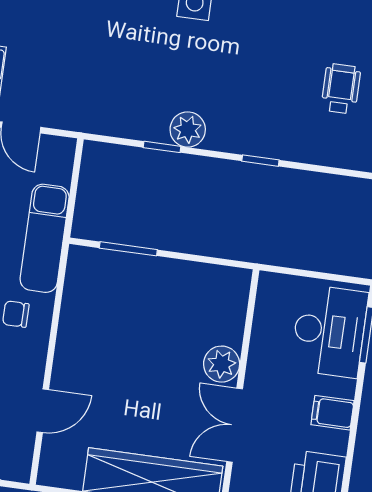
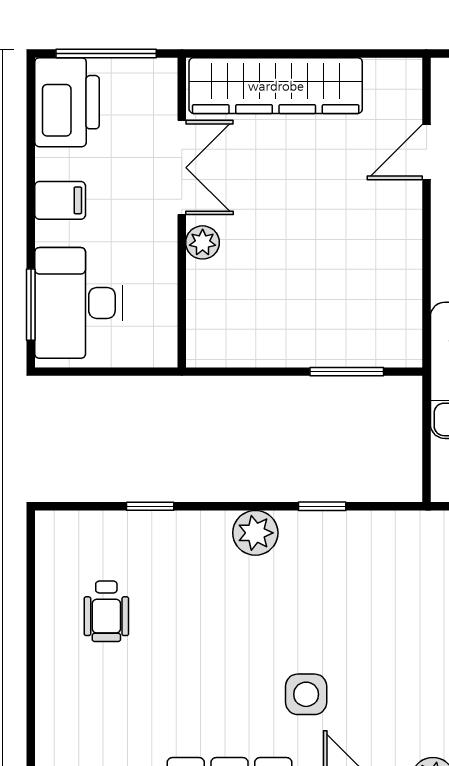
plant: (188, 129) -> (255, 533), moved
window: (260, 161) -> (150, 506), moved
plant: (222, 364) -> (203, 242), width x0.73, depth x0.73

